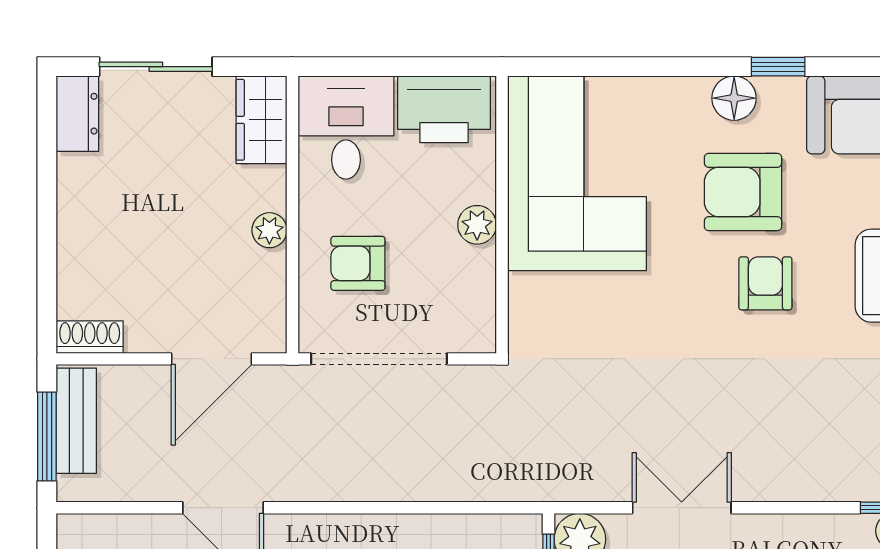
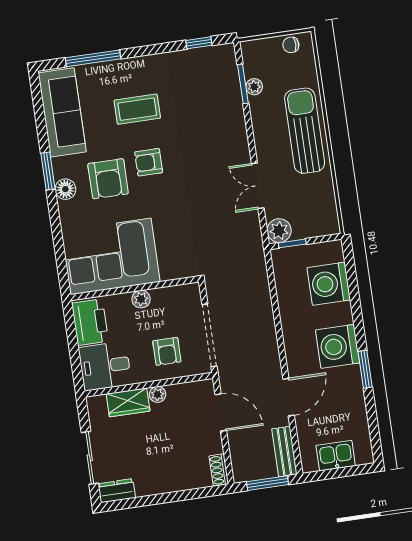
window: (778, 67) -> (48, 171), width x1.50
wardrobe: (262, 120) -> (128, 402), moved
bench: (76, 421) -> (284, 452), moved, turned 90

